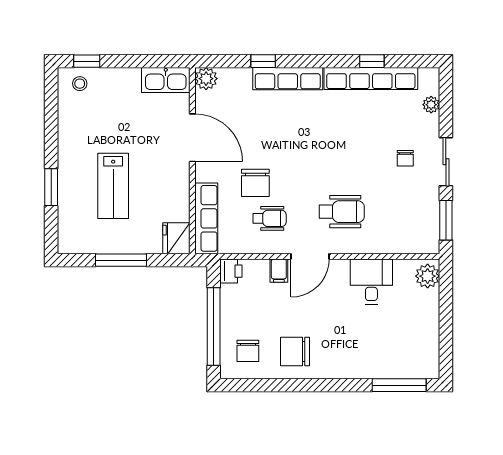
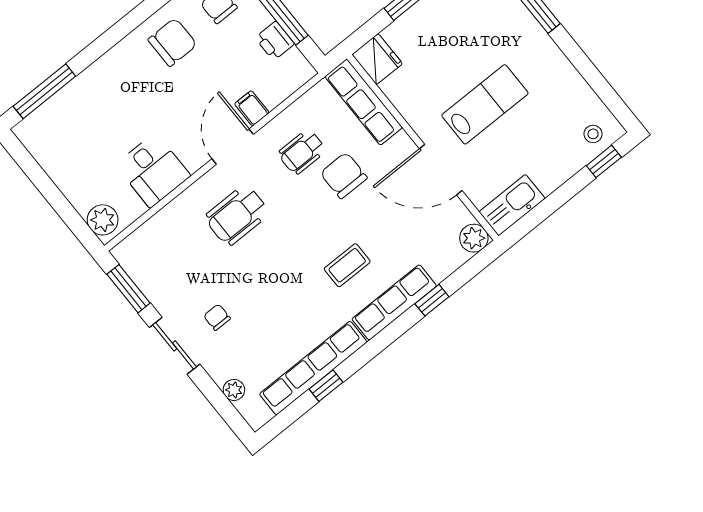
coffee table: (298, 125) -> (347, 265), added
lab bench: (113, 186) -> (485, 104), moved, turned 90
printer: (231, 271) -> (275, 41), moved

